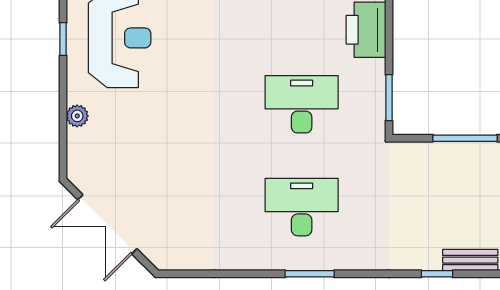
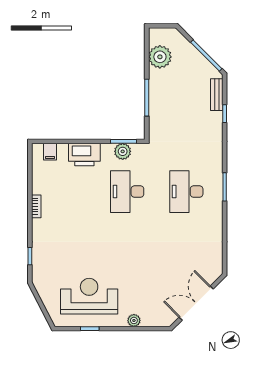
plant: (371, 96) -> (123, 151), added
double door: (107, 224) -> (196, 303), swing flipped

